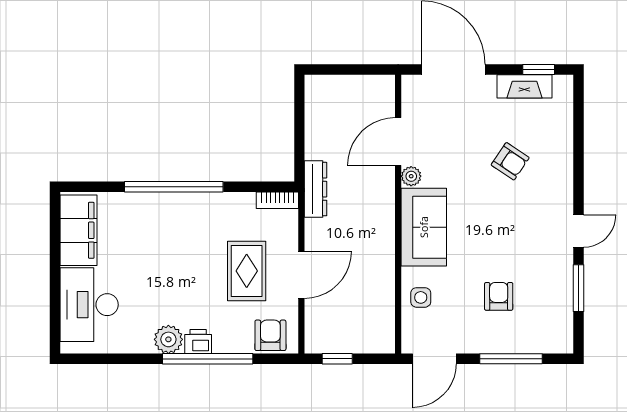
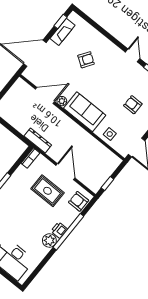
door: (398, 141) -> (45, 95), swing flipped

